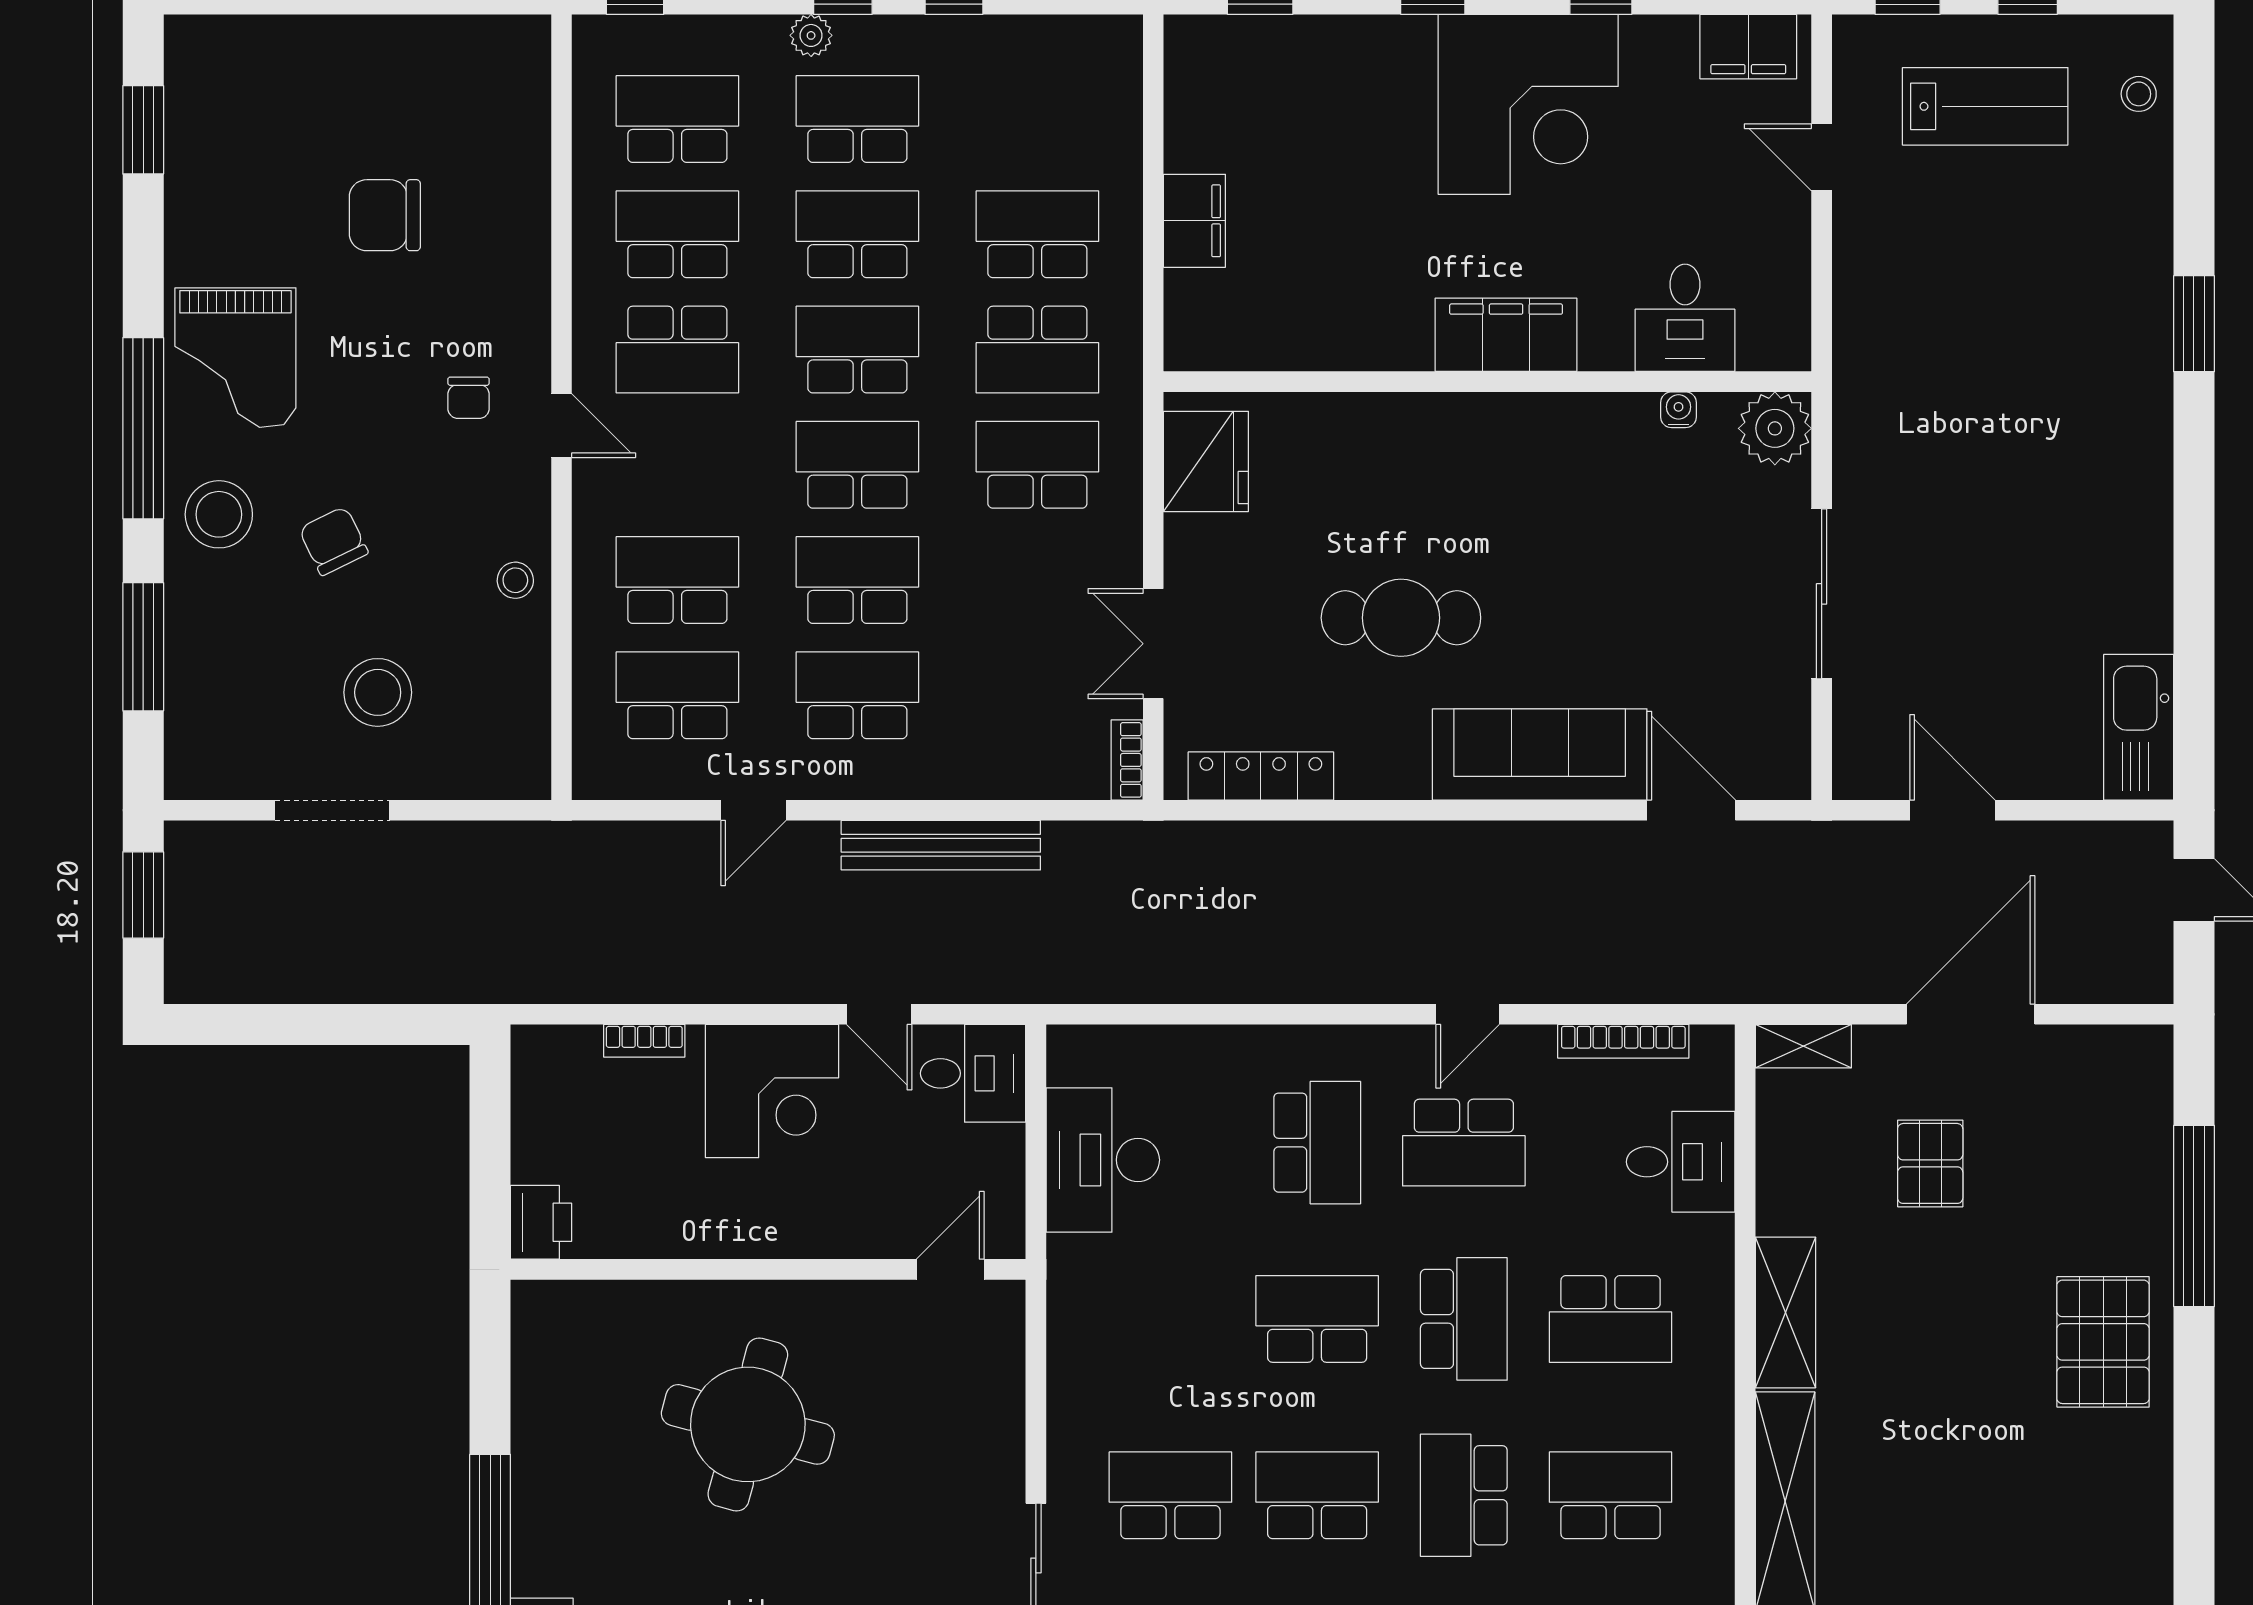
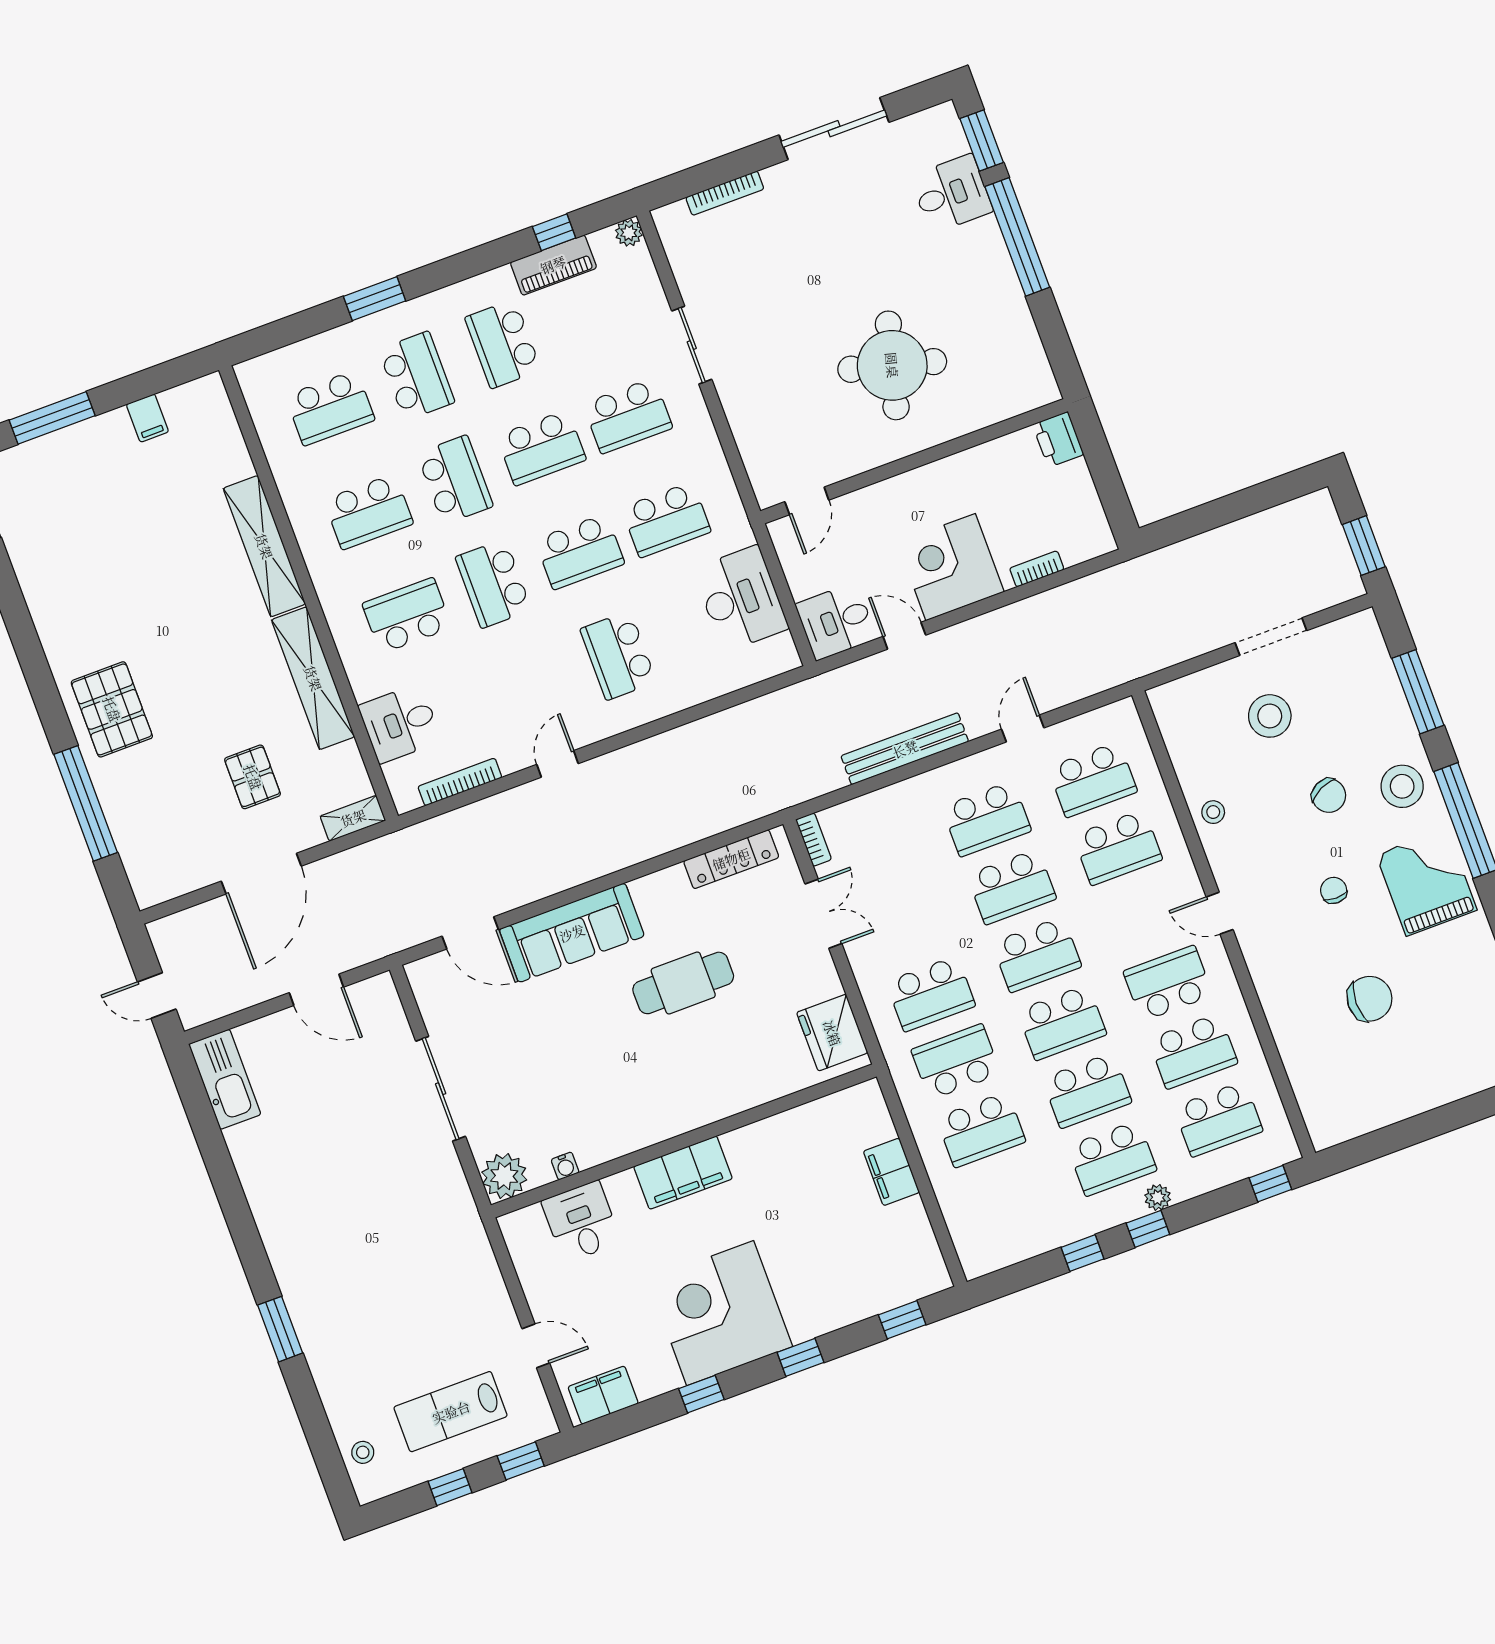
chair: (469, 398) -> (1334, 890), moved
school desk: (1464, 1143) -> (666, 520), moved, turned 180
shelving: (1785, 1312) -> (313, 678), width x1.47

